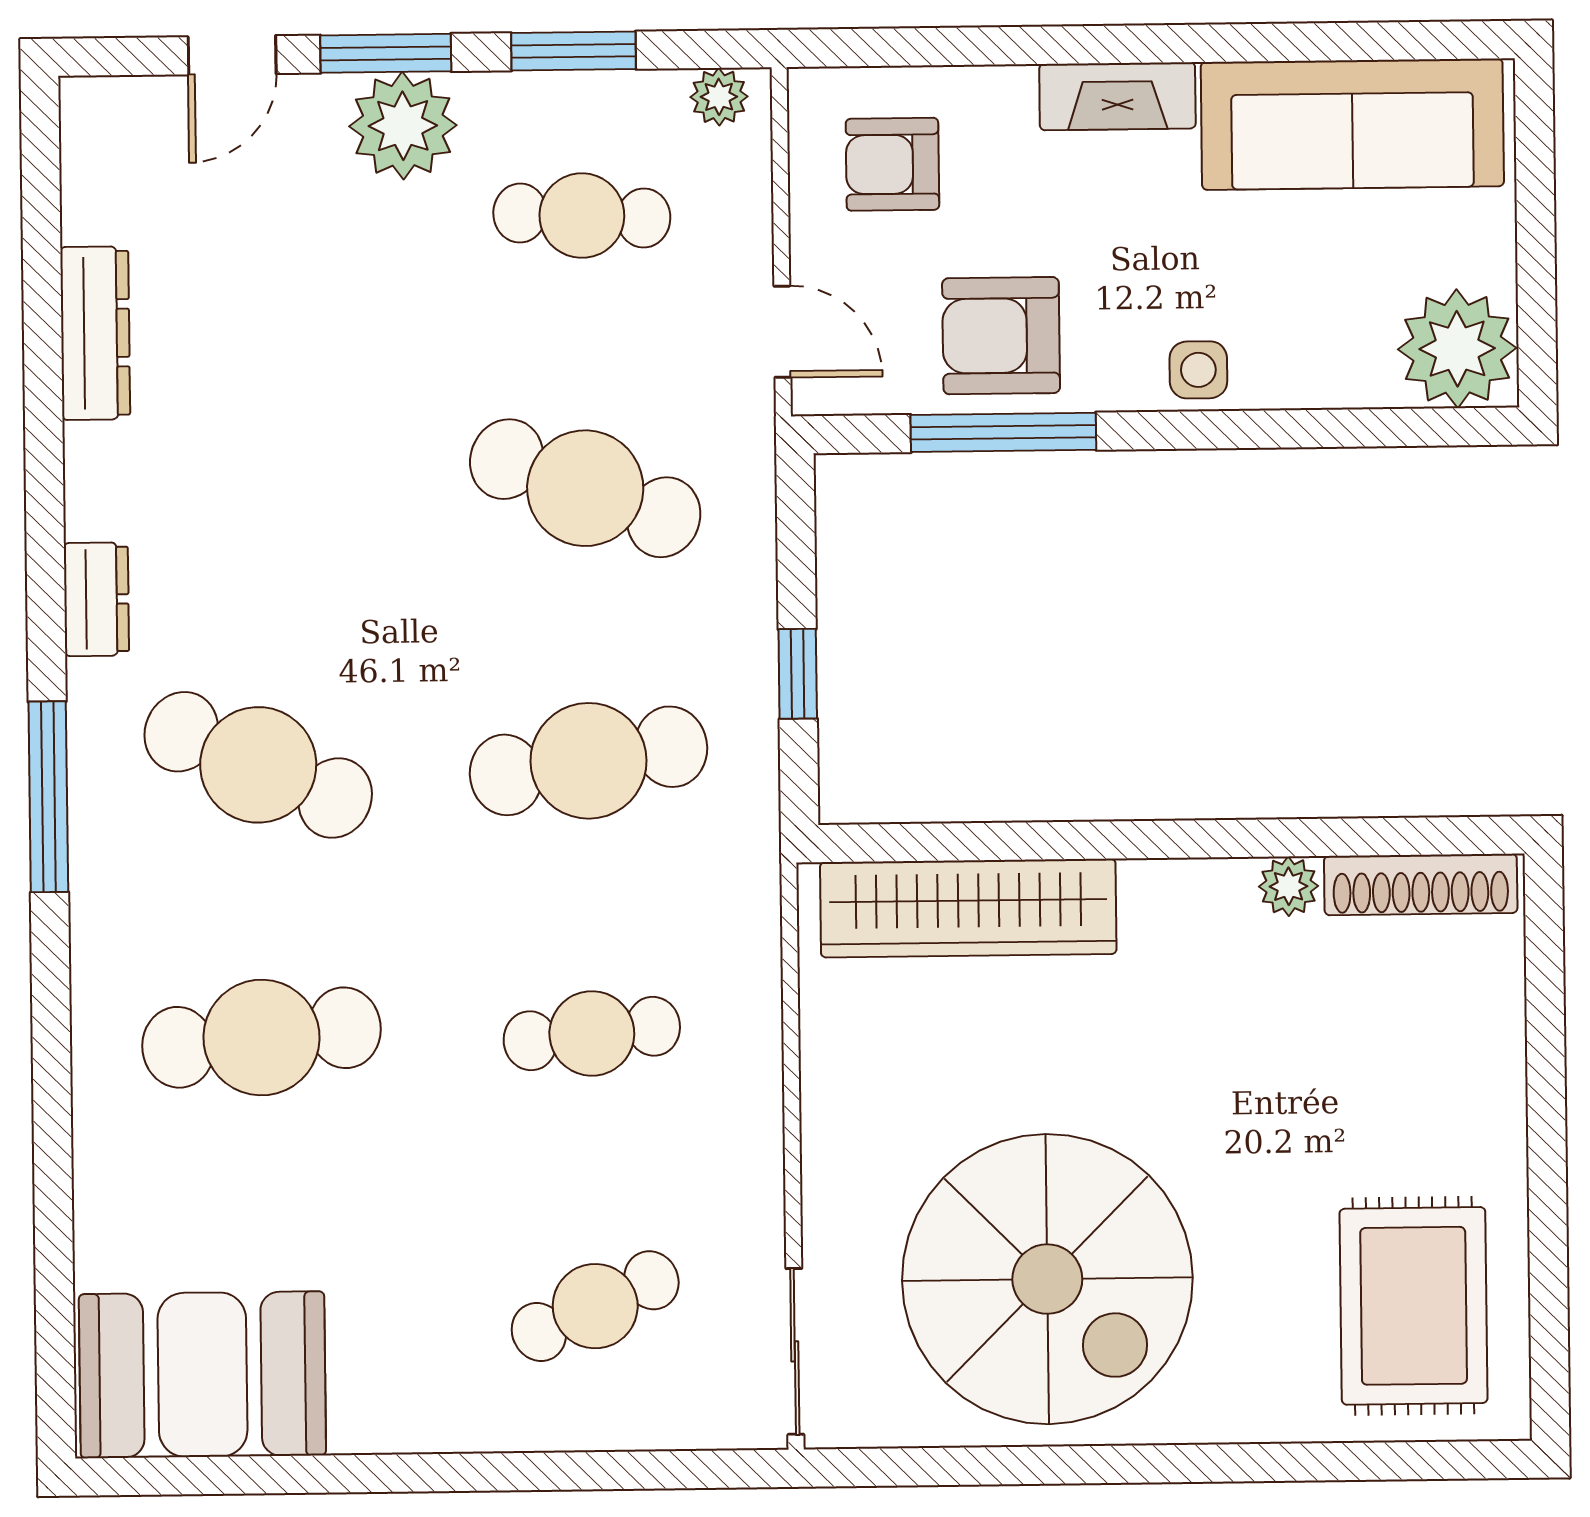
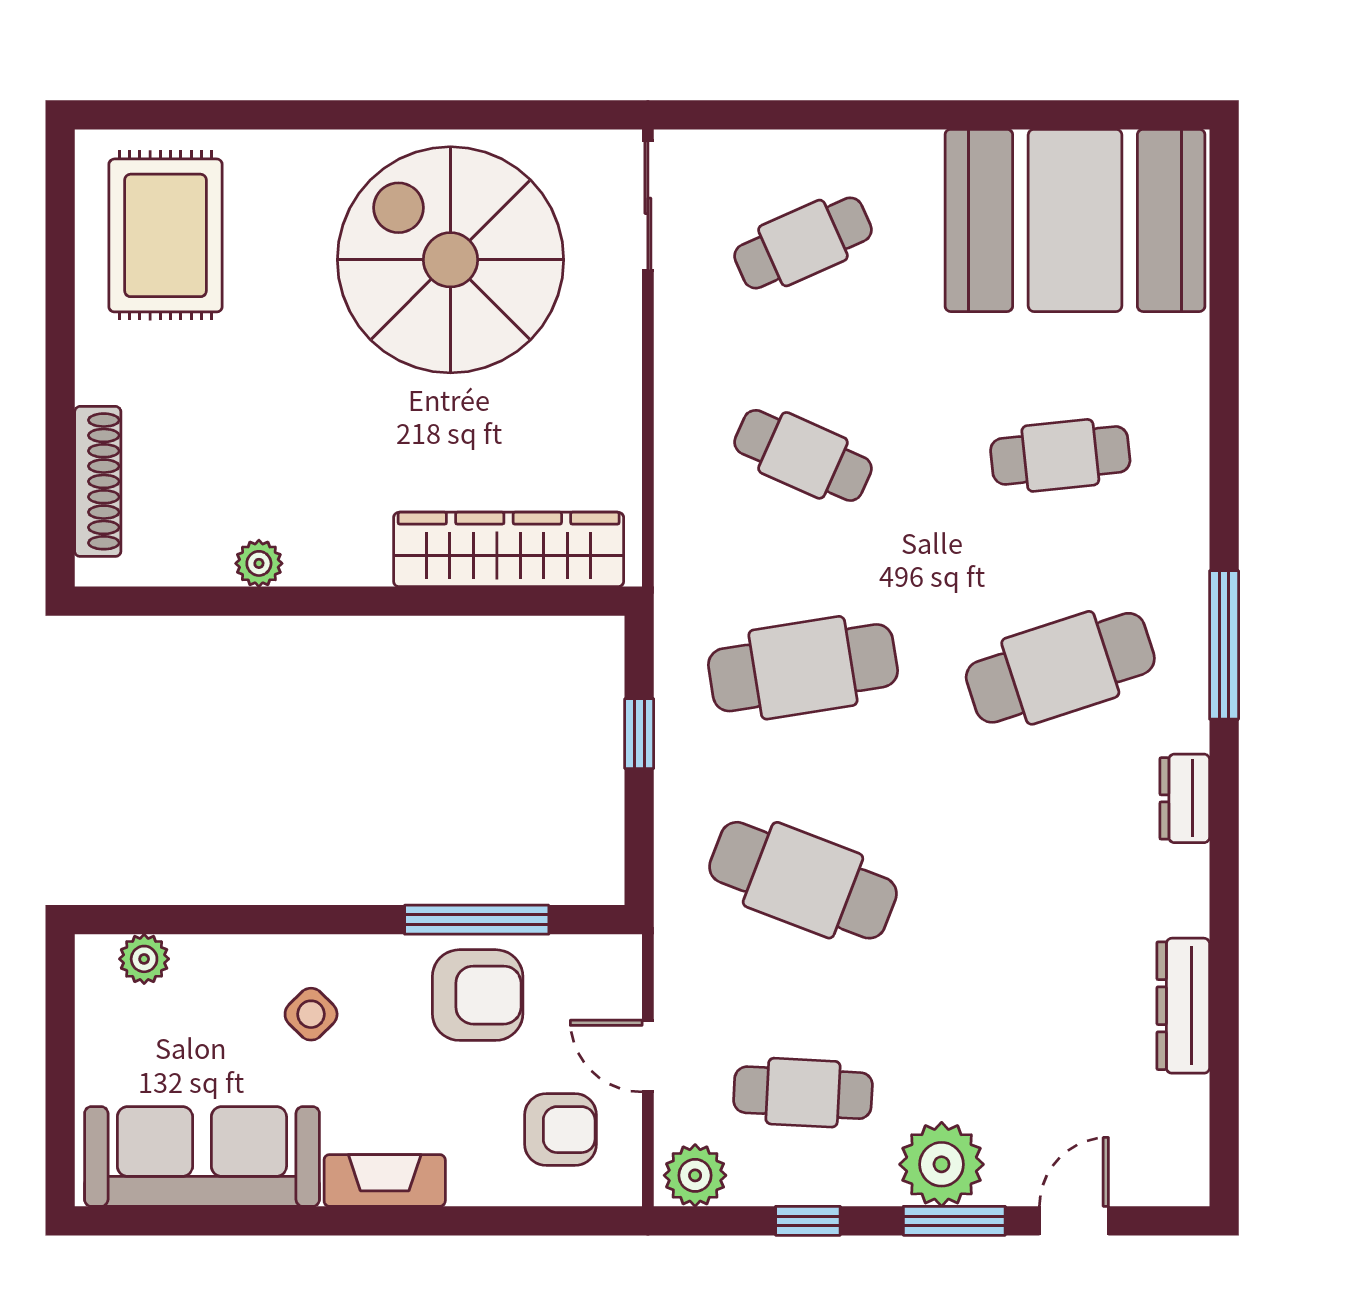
window: (574, 51) -> (808, 1221), width x0.67
plant: (719, 97) -> (695, 1175), width x1.38, depth x1.38
door: (782, 332) -> (648, 1056), moved
plant: (1457, 349) -> (144, 959), width x0.53, depth x0.53
side table: (1198, 370) -> (311, 1014), moved, turned 45
cafe table: (258, 765) -> (1060, 668), turned -42
shoe rack: (1421, 884) -> (98, 481), moved, turned 90
cafe table: (592, 1033) -> (803, 455), turned 30
cafe table: (262, 1038) -> (1060, 455), width x0.73, depth x0.74
booth: (202, 1375) -> (1075, 220), width x1.36, depth x1.42

